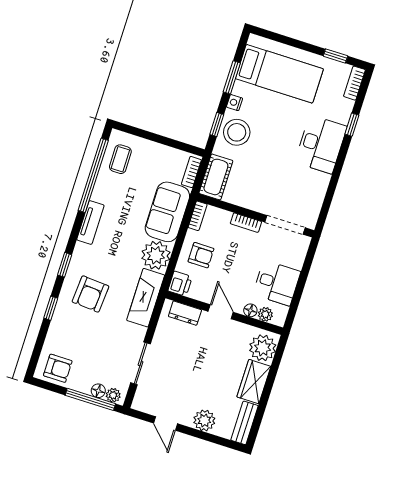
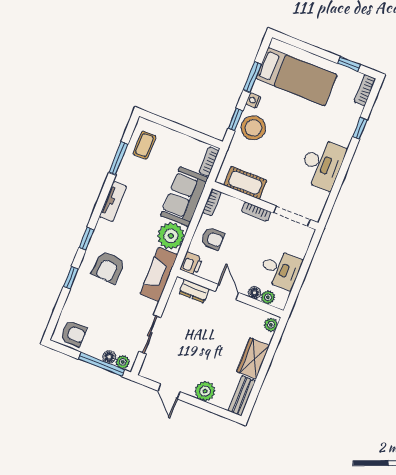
desk: (321, 144) -> (322, 164), moved
window: (93, 175) -> (118, 158), width x0.47
cot: (216, 177) -> (245, 183), moved, turned 90
plant: (263, 348) -> (271, 325), width x0.53, depth x0.53

